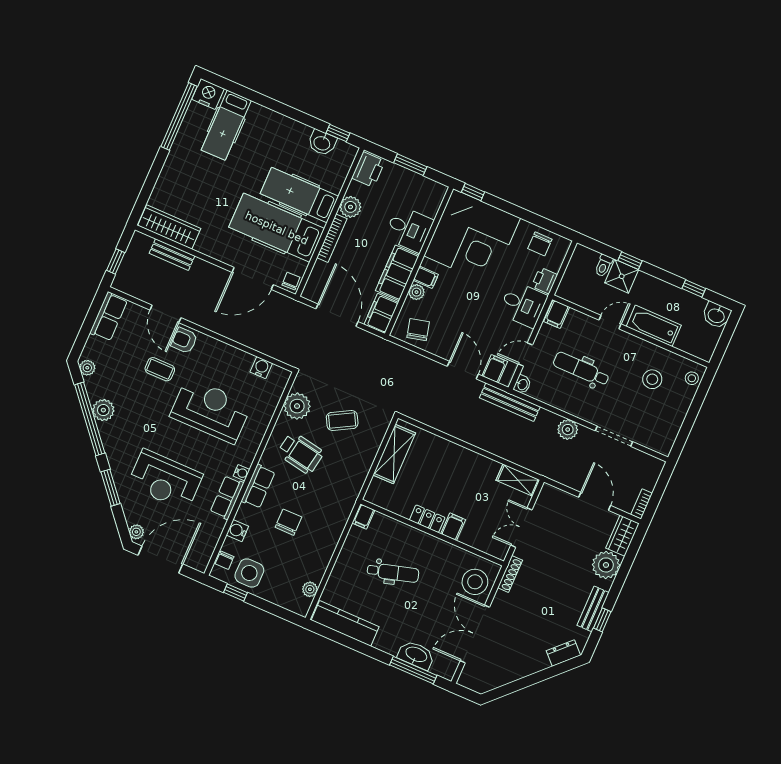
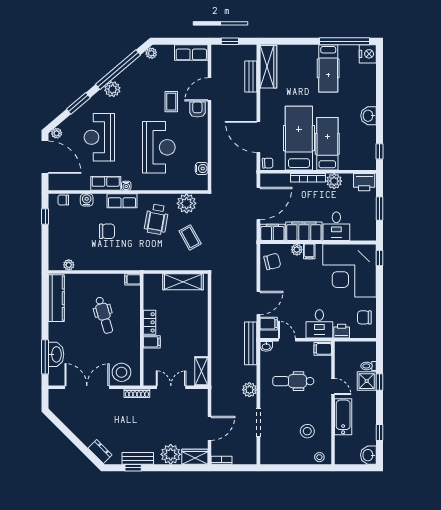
hospital bed: (226, 125) -> (328, 68), moved, turned -90
washbasin: (322, 143) -> (368, 116), moved
dental chair: (581, 369) -> (293, 381), turned -90
plant: (103, 410) -> (112, 89), moved
side table: (249, 573) -> (62, 220), removed

